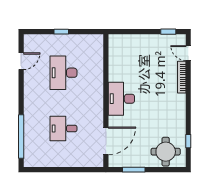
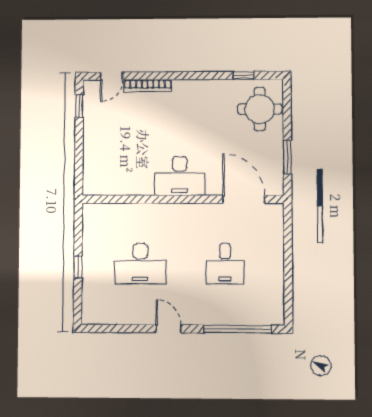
door: (21, 61) -> (169, 329), moved

